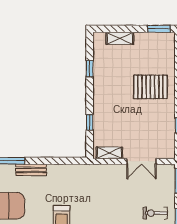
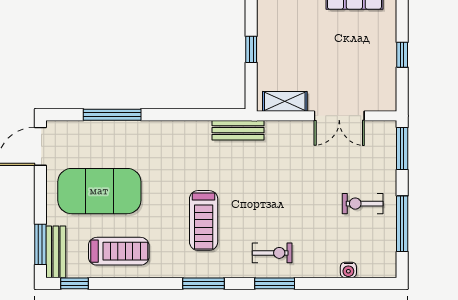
bench: (31, 170) -> (238, 130), moved

